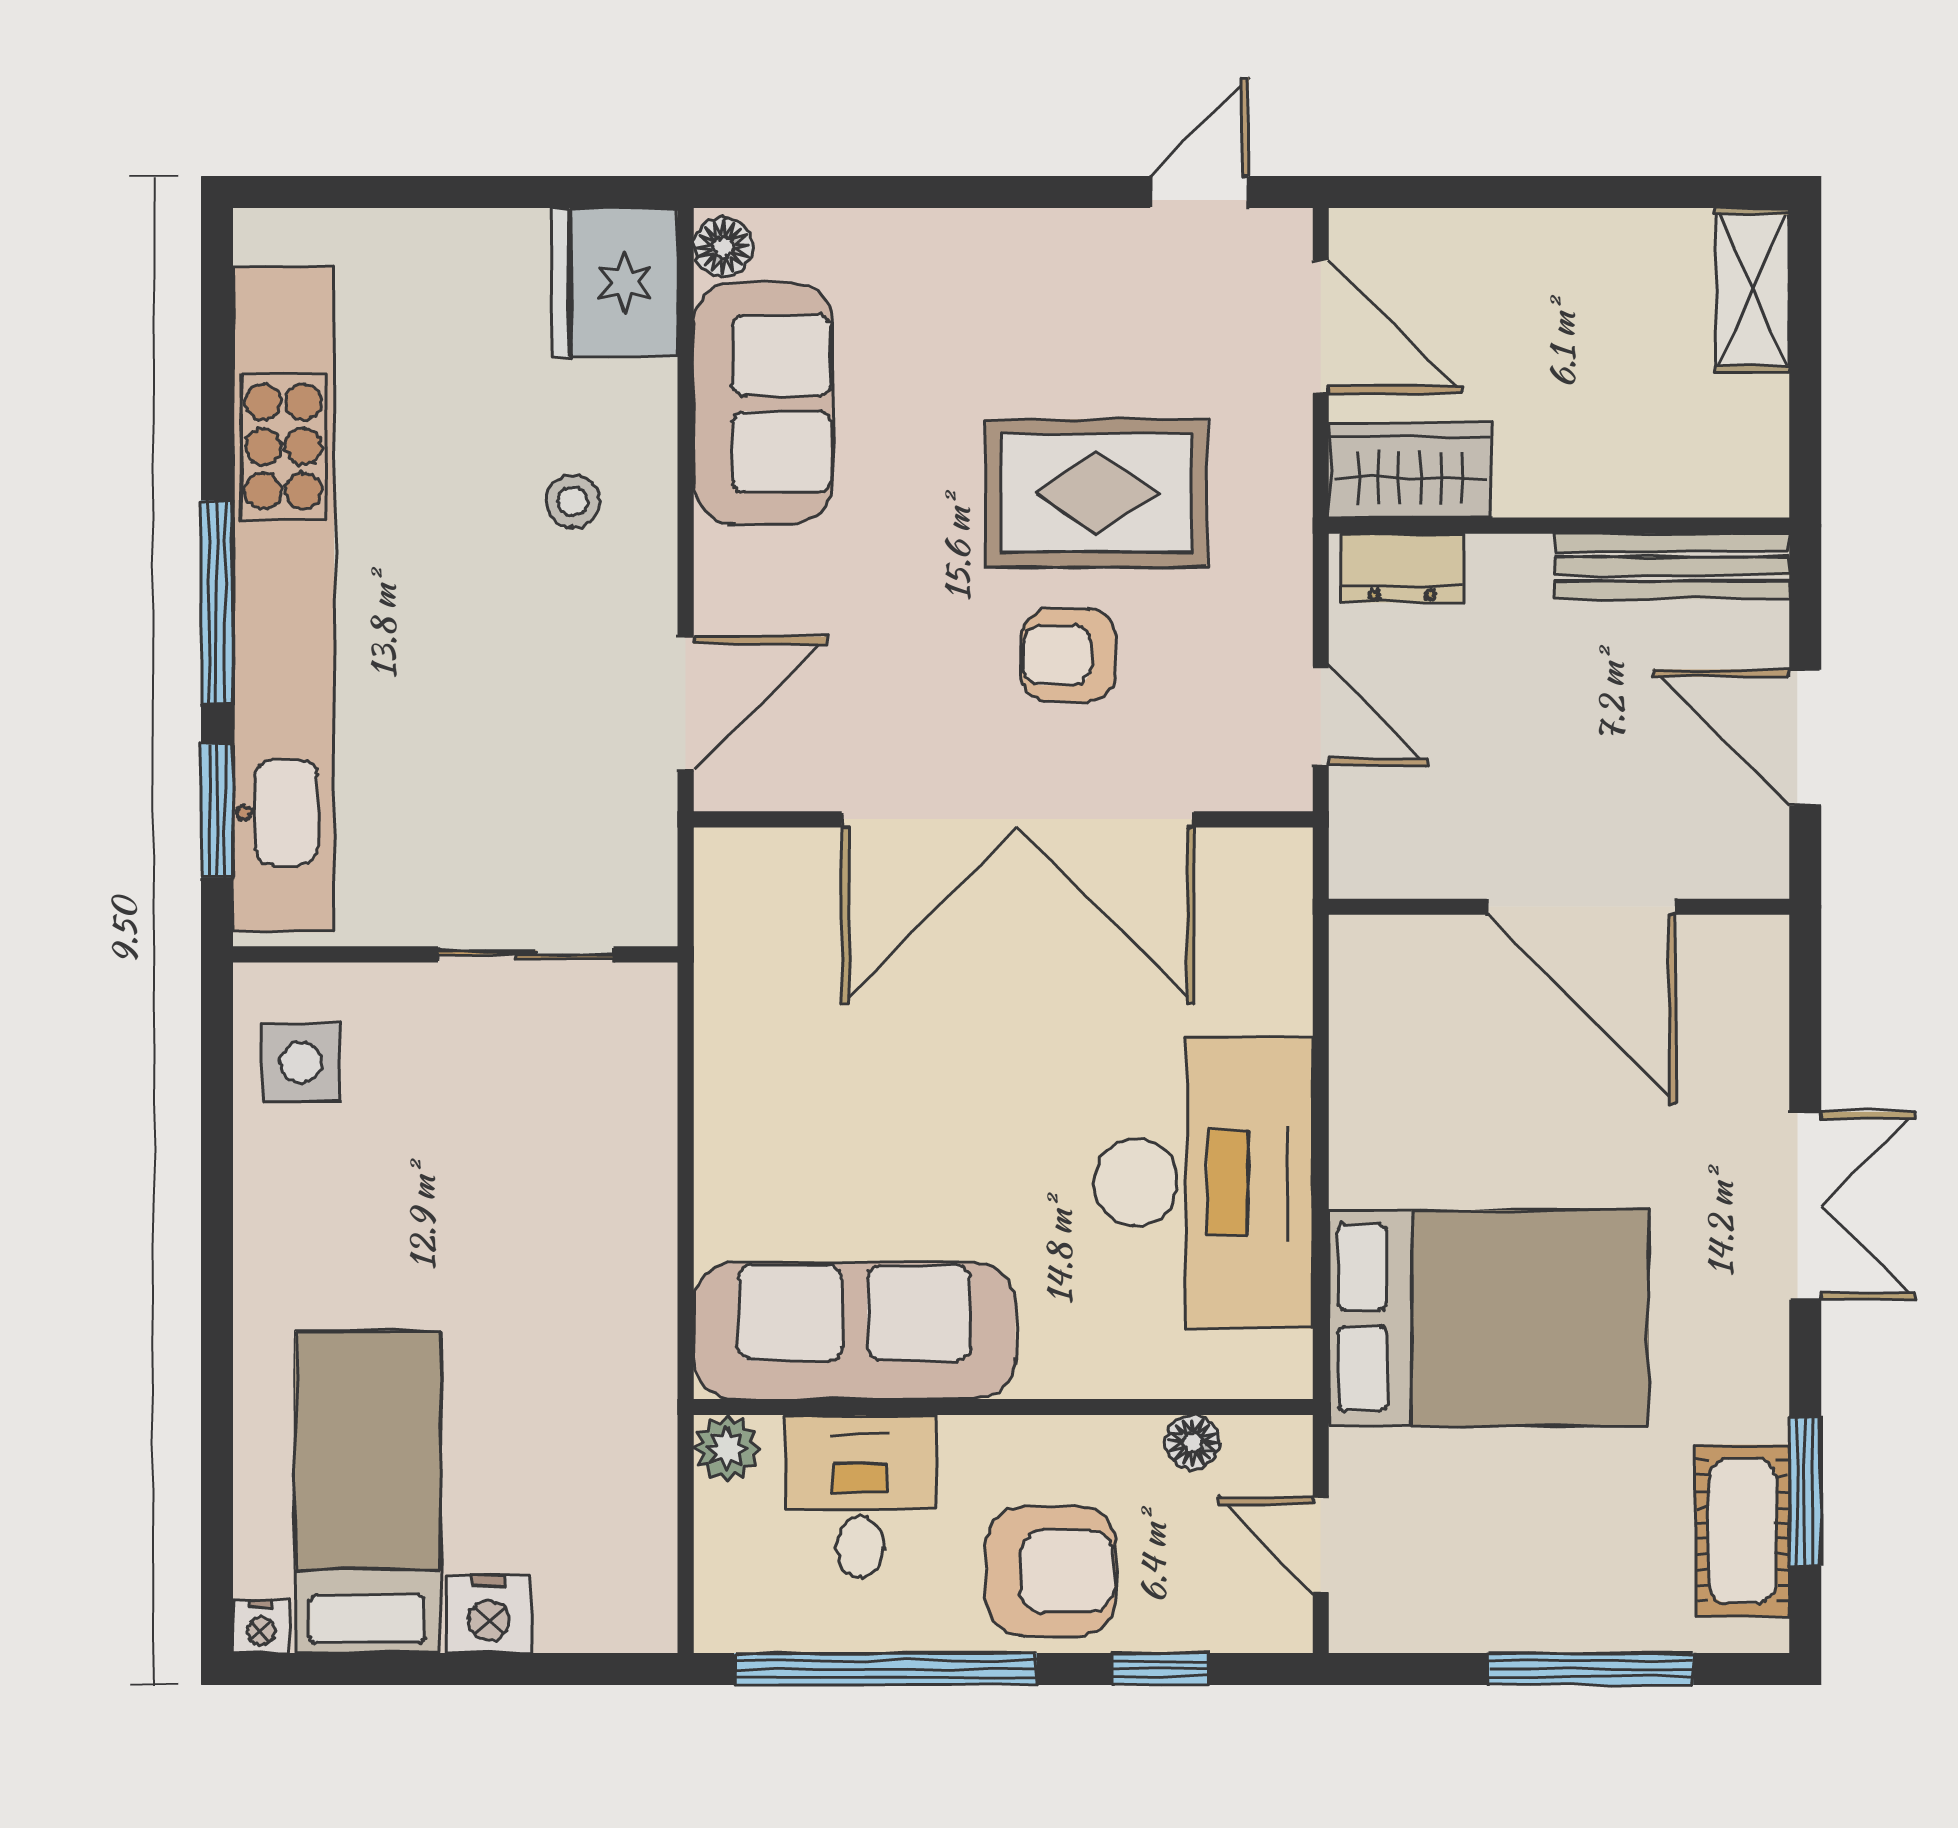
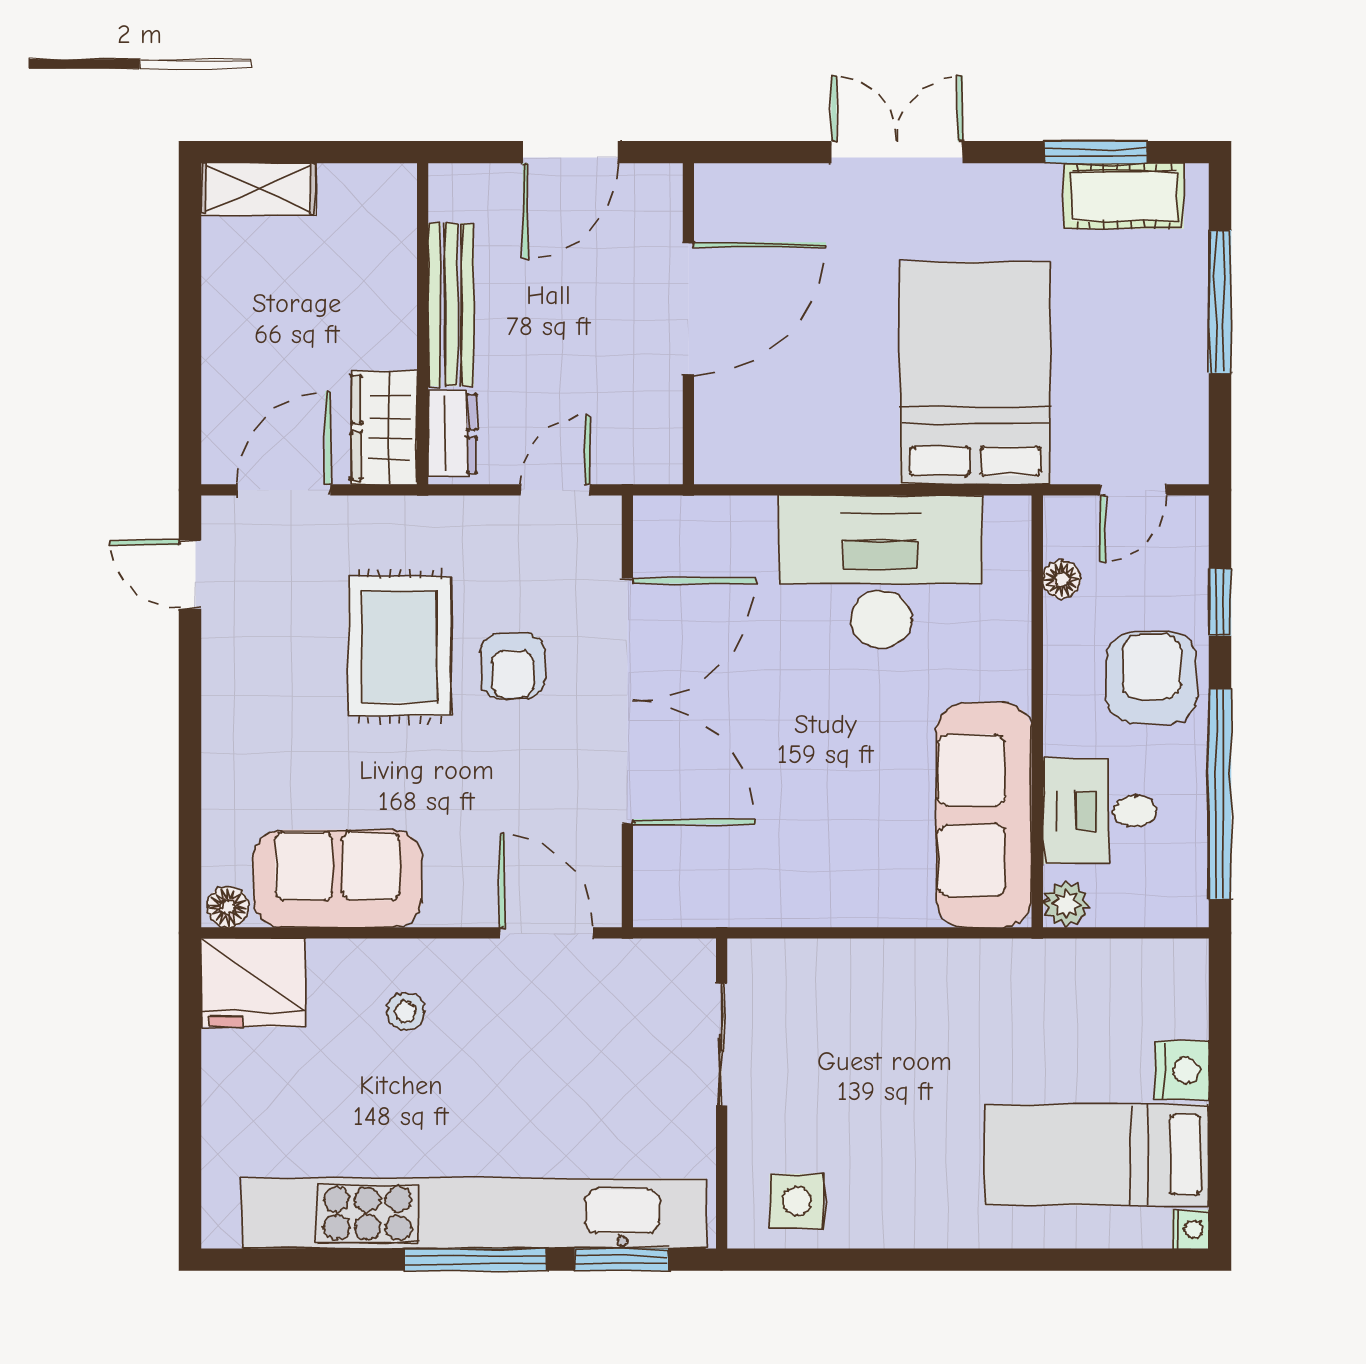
bench: (1672, 566) -> (451, 305), moved

